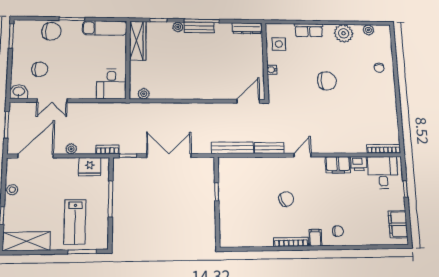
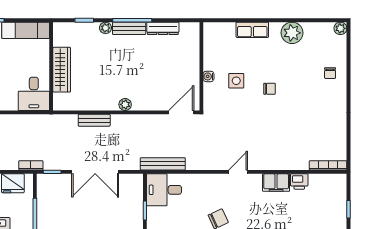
dresser: (247, 28) -> (163, 28), moved
plant: (368, 30) -> (340, 28), moved
wardrobe: (138, 41) -> (62, 70), moved
side table: (279, 44) -> (236, 81), moved
chair: (327, 81) -> (270, 89), width x0.54, depth x0.54
plant: (144, 94) -> (125, 104), moved
bench: (269, 148) -> (94, 120), moved
double door: (169, 156) -> (95, 172), swing flipped
desk: (383, 172) -> (164, 190), moved, turned -90

